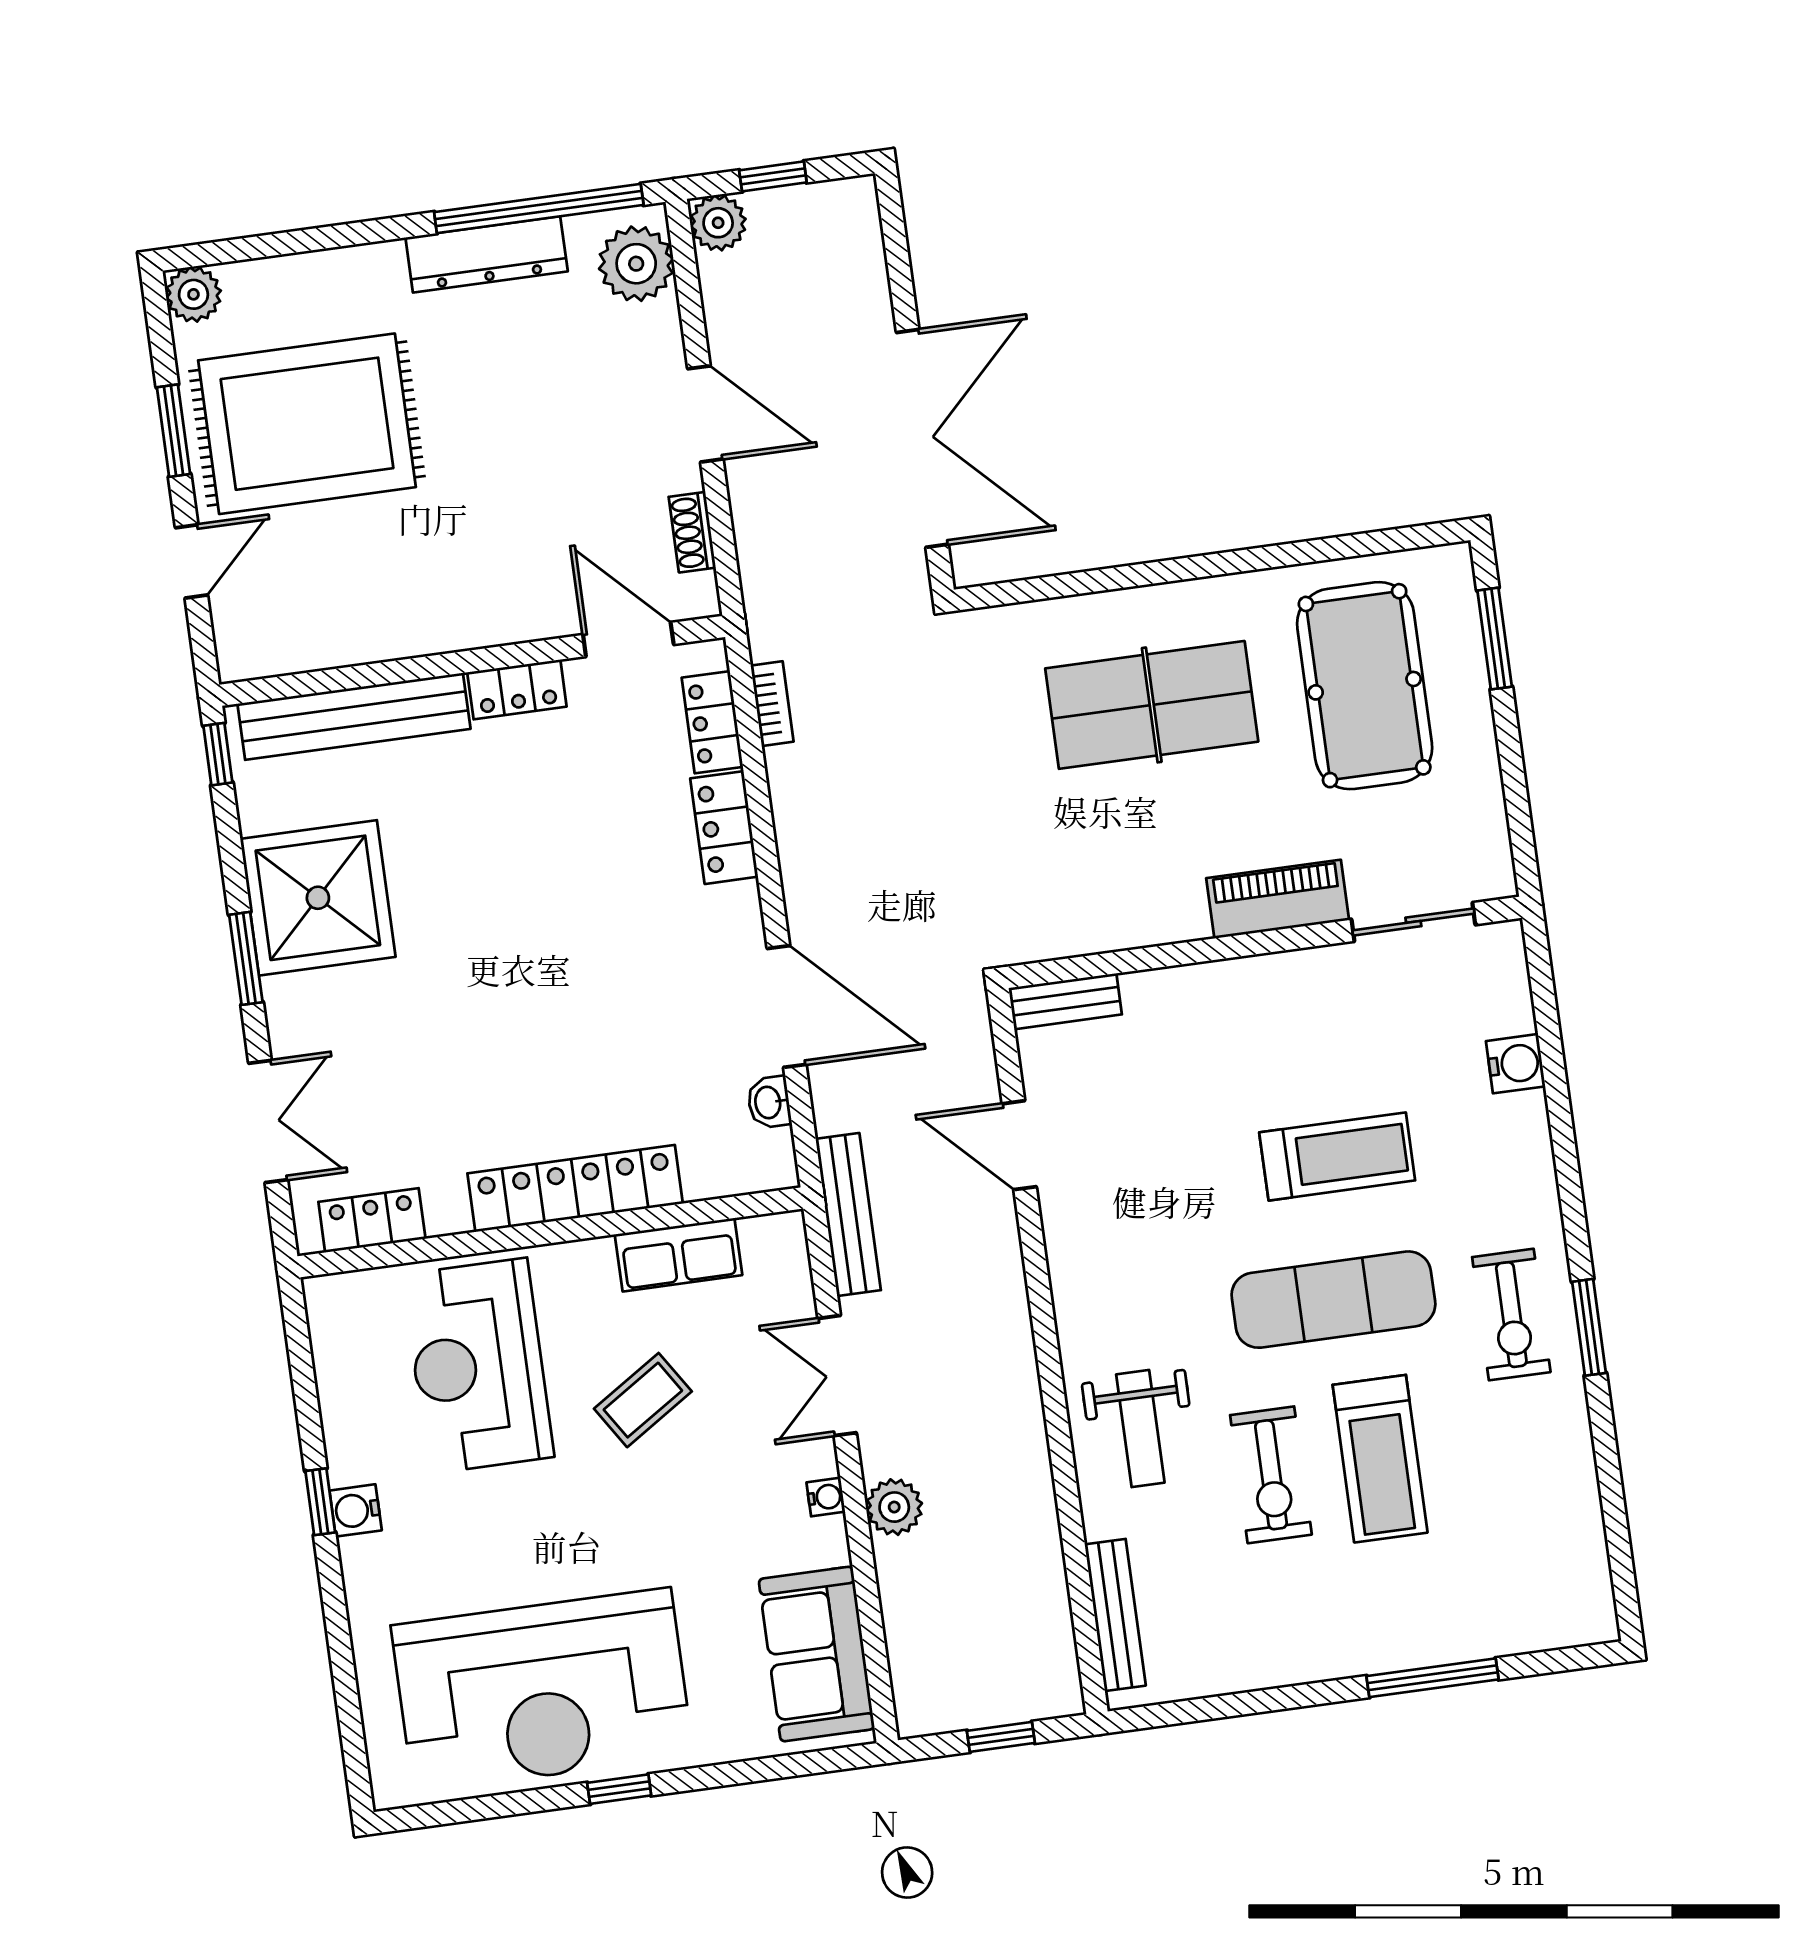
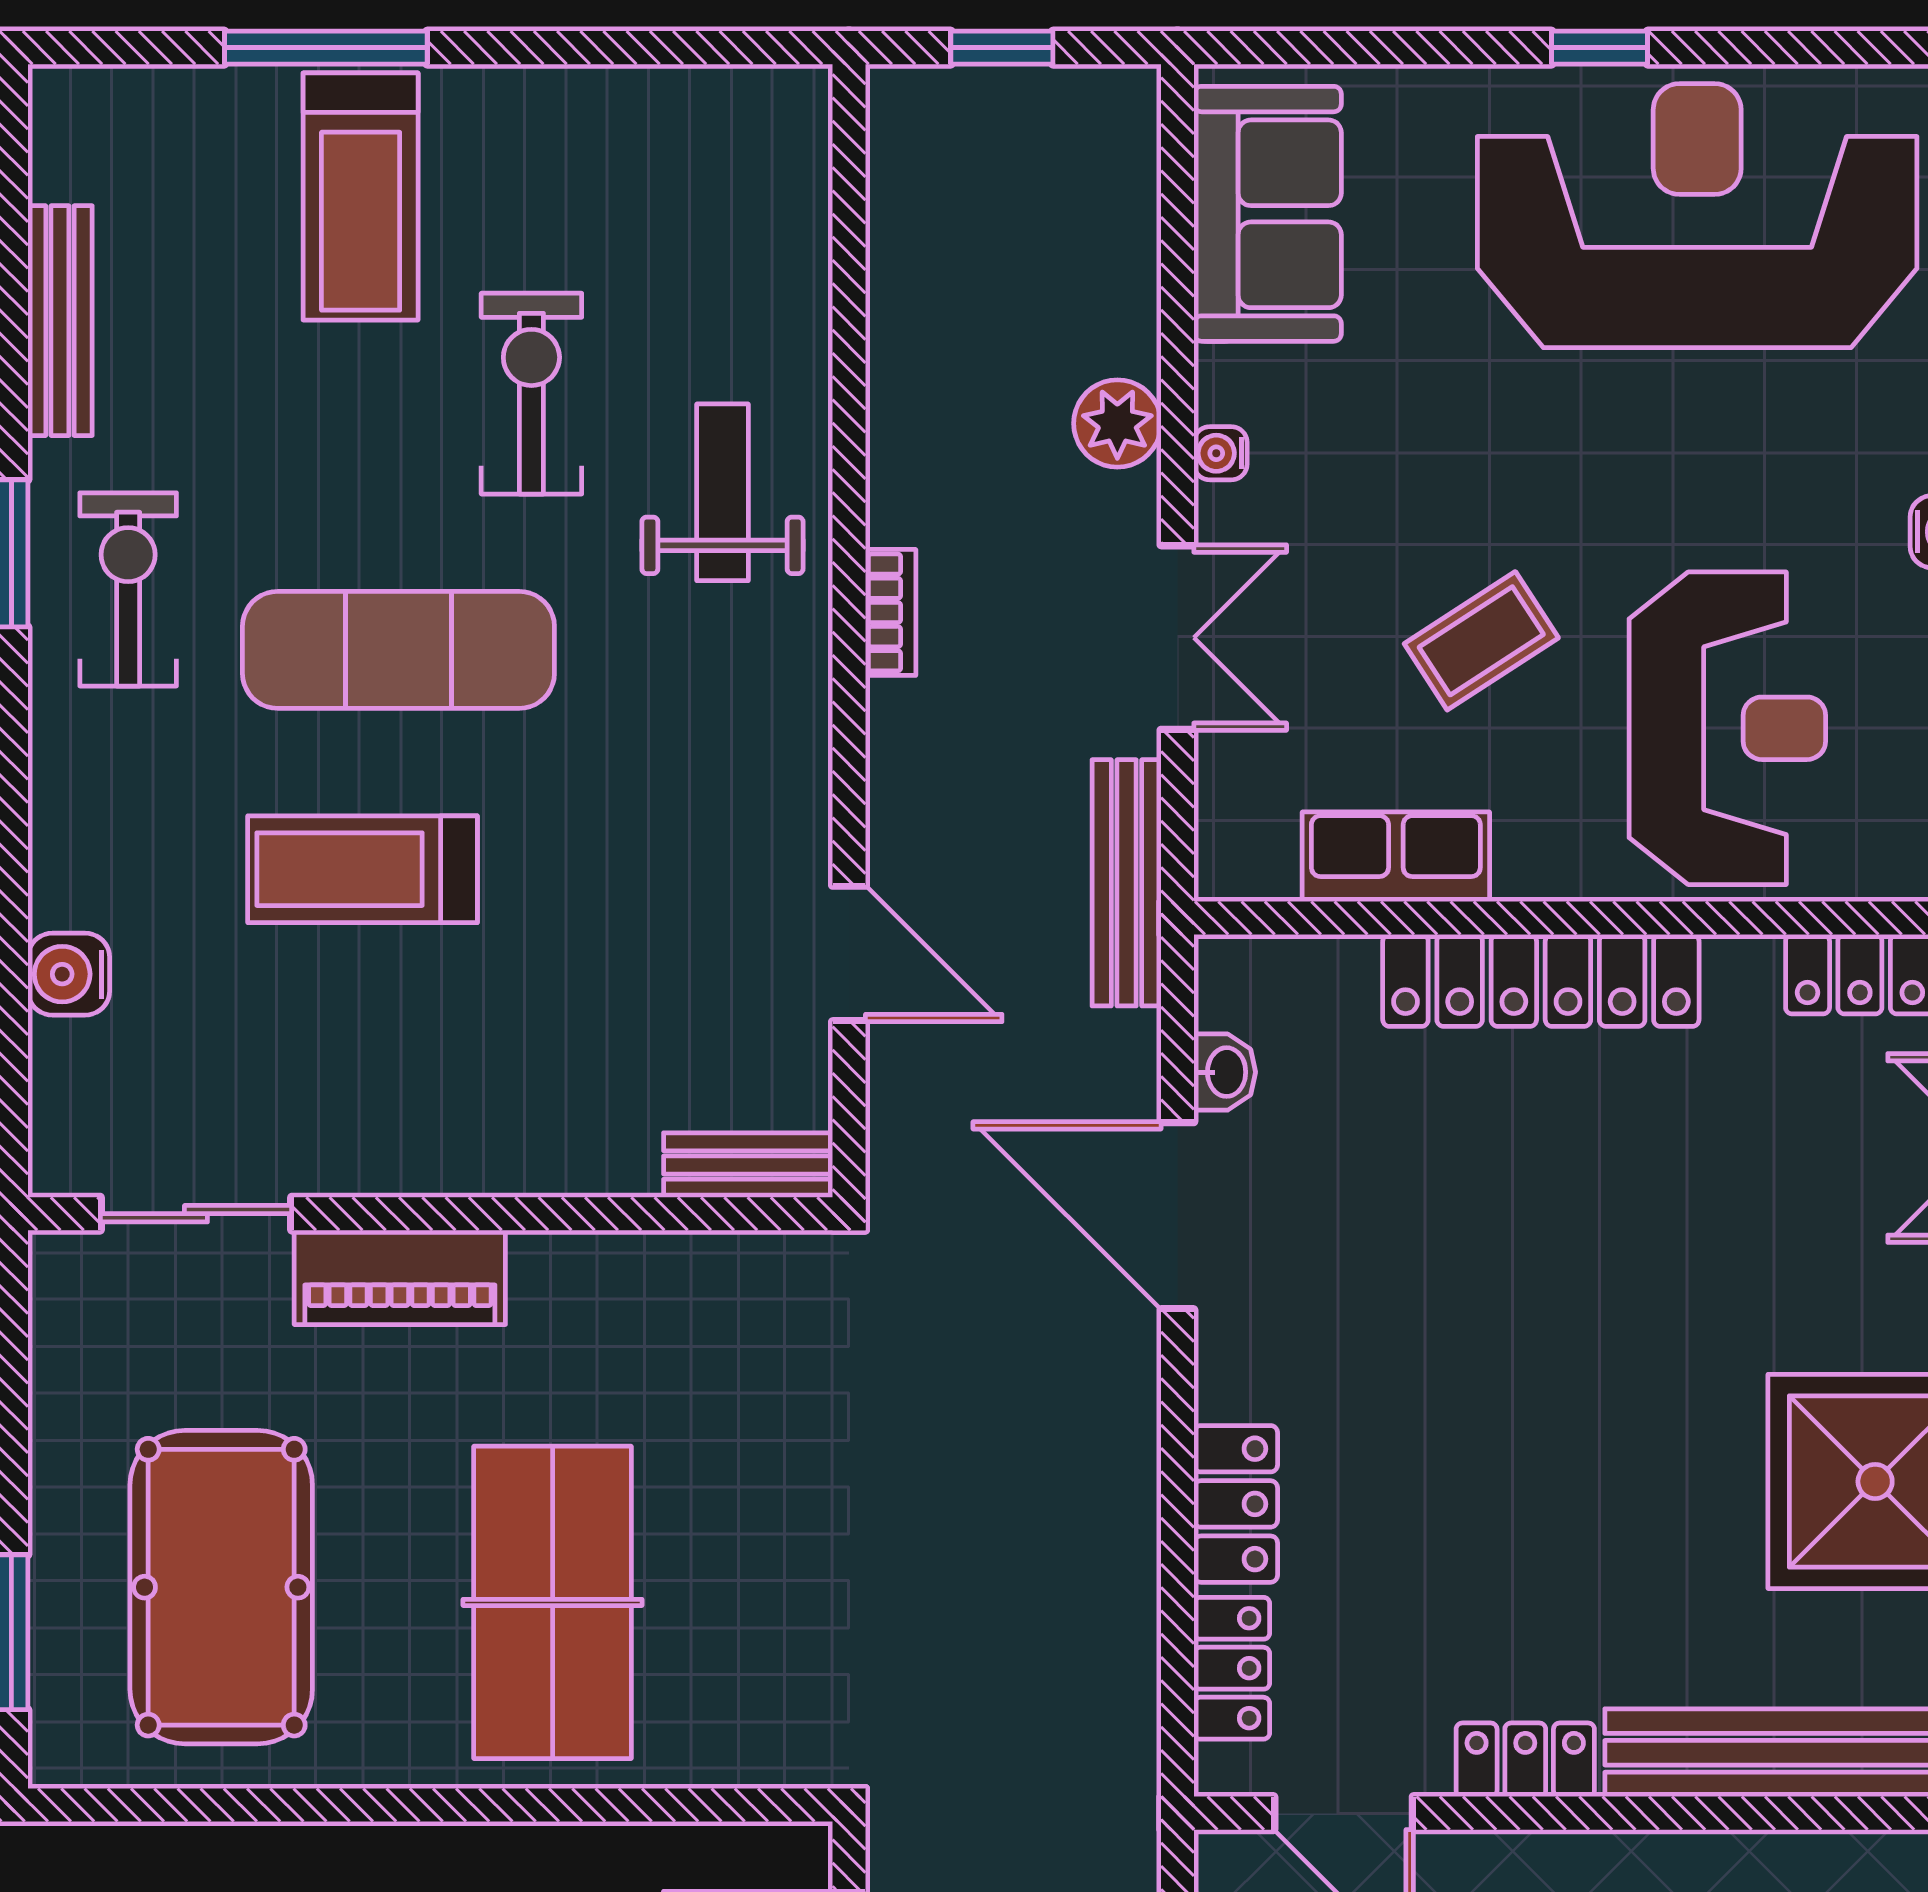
bookcase: (772, 704) -> (891, 612), moved, turned 180
table tennis table: (1152, 705) -> (553, 1602), turned 90
treadmill: (1380, 1459) -> (361, 196), moved, turned 180
bench: (1115, 1615) -> (60, 321), moved

